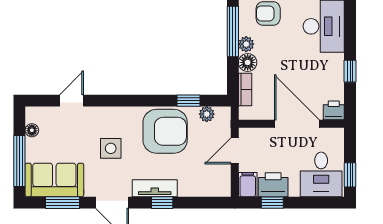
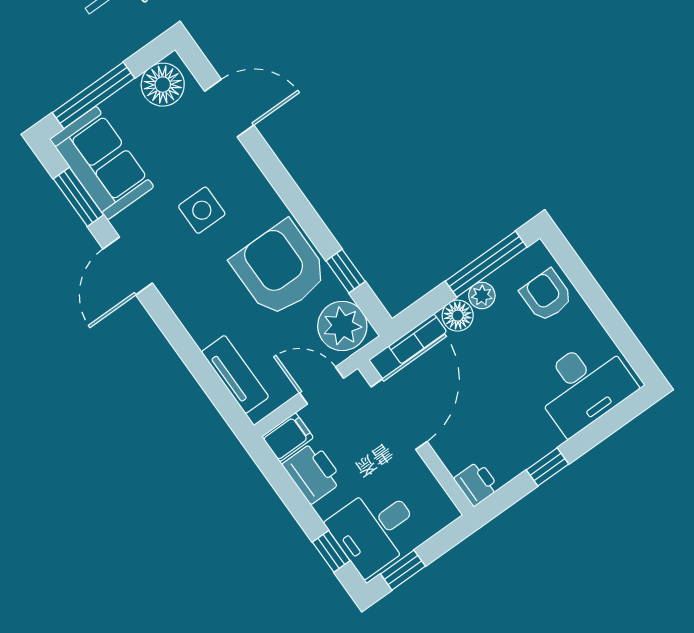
door: (72, 101) -> (229, 108), width x1.38
plant: (207, 114) -> (342, 326), width x1.88, depth x1.88
door: (297, 124) -> (399, 414), moved
floor lamp: (32, 130) -> (163, 85), width x1.89, depth x1.89
armchair: (165, 131) -> (280, 269), turned 180
tv unit: (155, 188) -> (235, 374), moved
window: (162, 203) -> (177, 336), removed
window: (272, 203) -> (331, 551), moved

